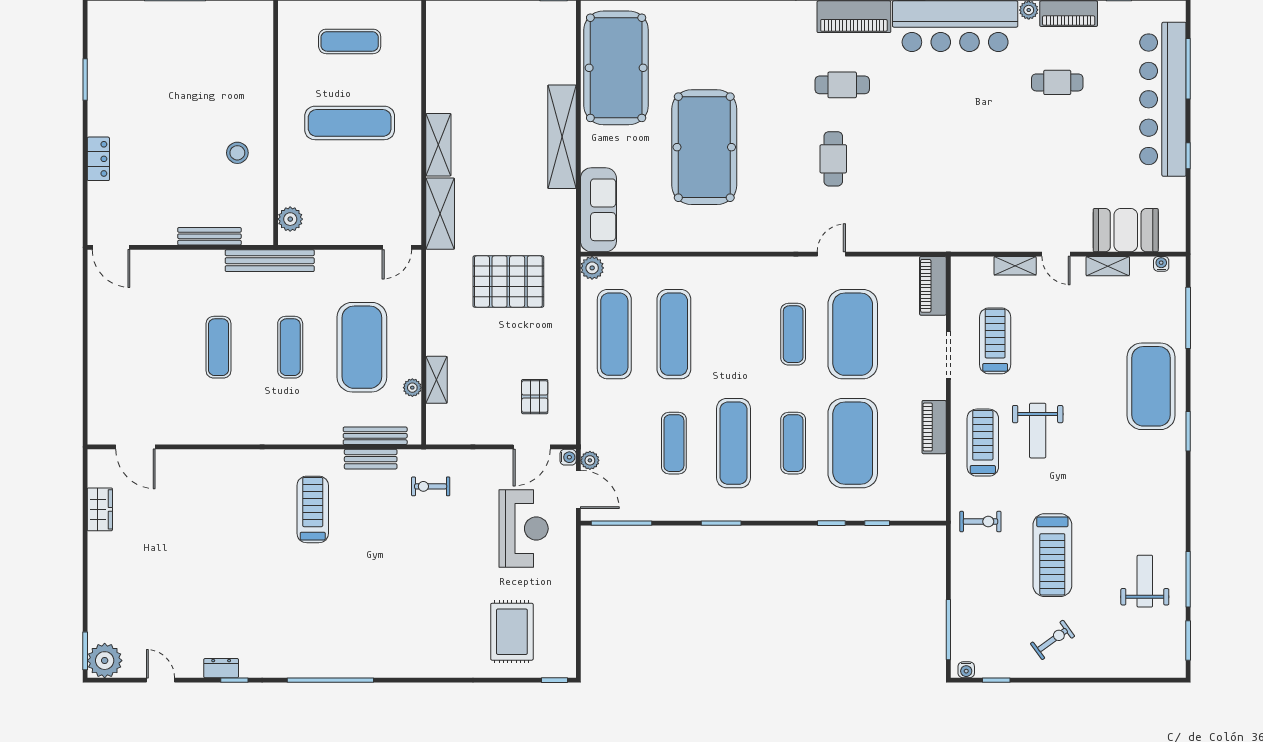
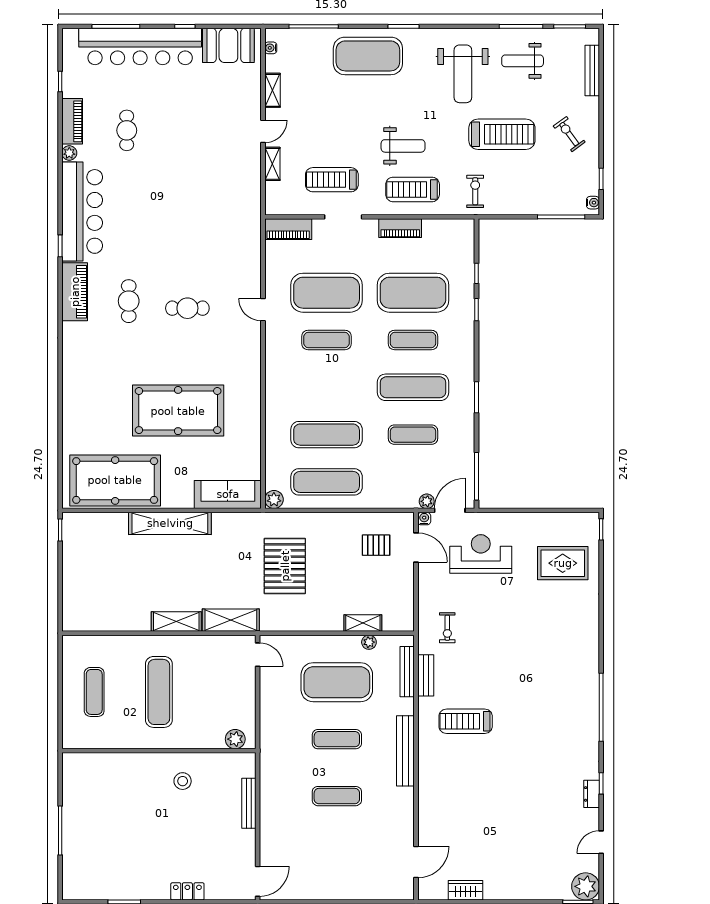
booth: (1126, 230) -> (228, 45), moved, turned 90
bench: (270, 261) -> (405, 751), moved
weight bench: (1129, 506) -> (463, 74), added
bench: (1133, 669) -> (592, 70), added

